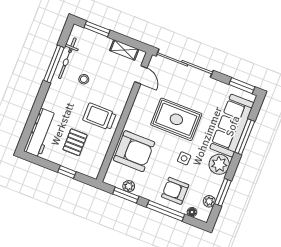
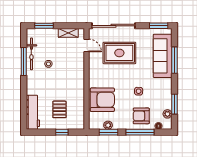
trolley: (99, 117) -> (69, 85), removed
rug: (176, 119) -> (119, 53), moved
plant: (219, 164) -> (164, 86), removed

